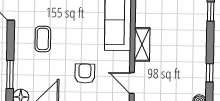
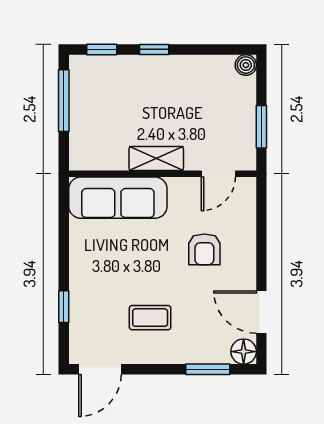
window: (210, 73) -> (154, 49), moved
armchair: (85, 74) -> (204, 249), turned -90

